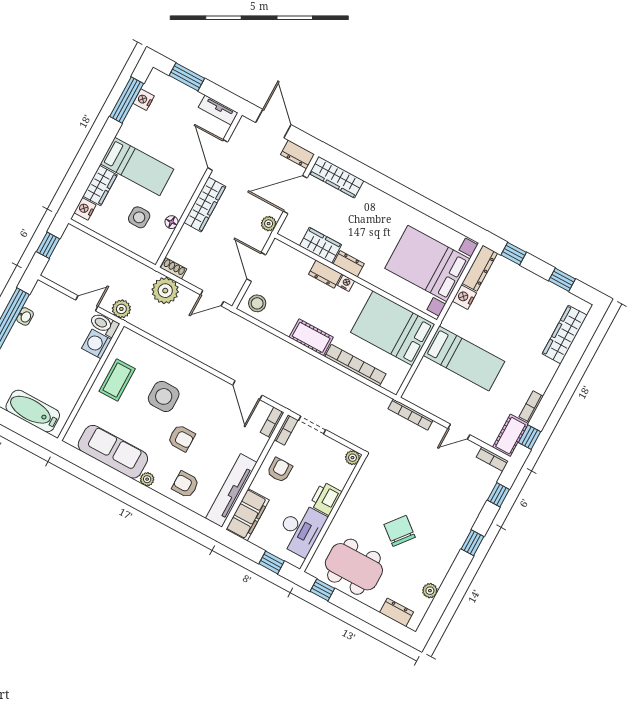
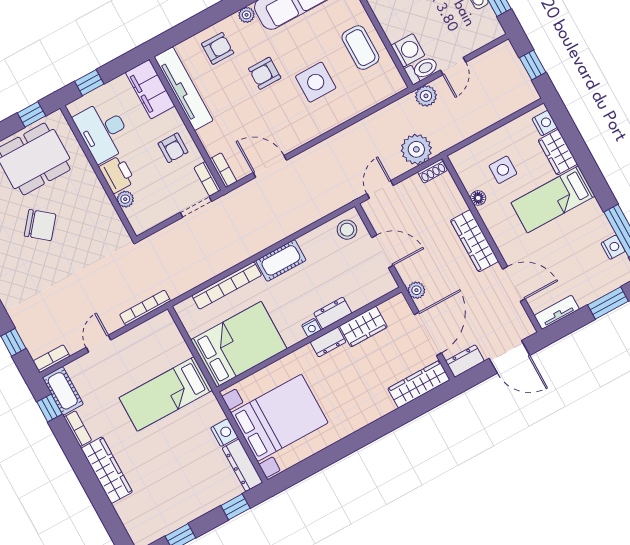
wardrobe: (565, 335) -> (107, 470), moved
plant: (353, 458) -> (125, 199), moved

